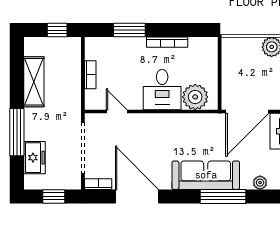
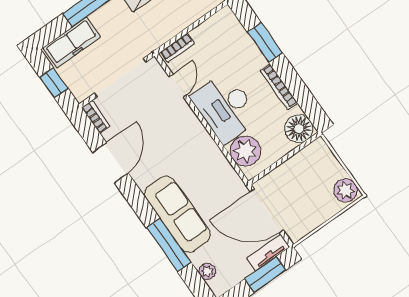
floor lamp: (206, 49) -> (299, 129), added
bookcase: (90, 75) -> (177, 48), moved
desk: (162, 90) -> (225, 107), width x1.37
freezer: (34, 158) -> (72, 42), width x1.40
door: (137, 196) -> (110, 163), width x0.73

